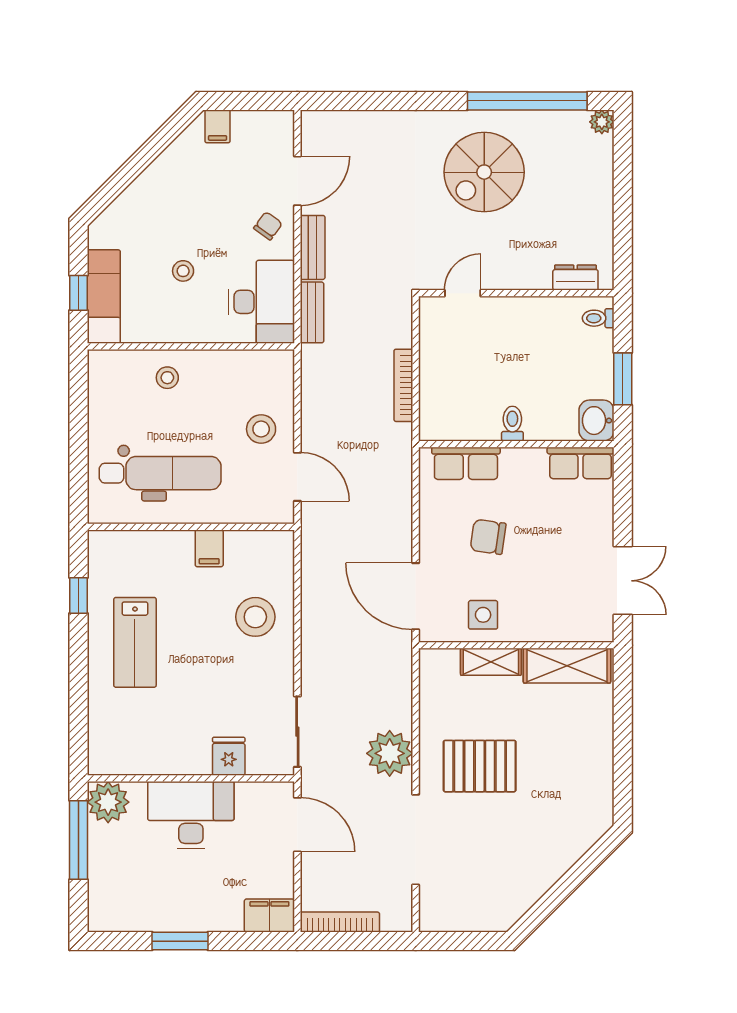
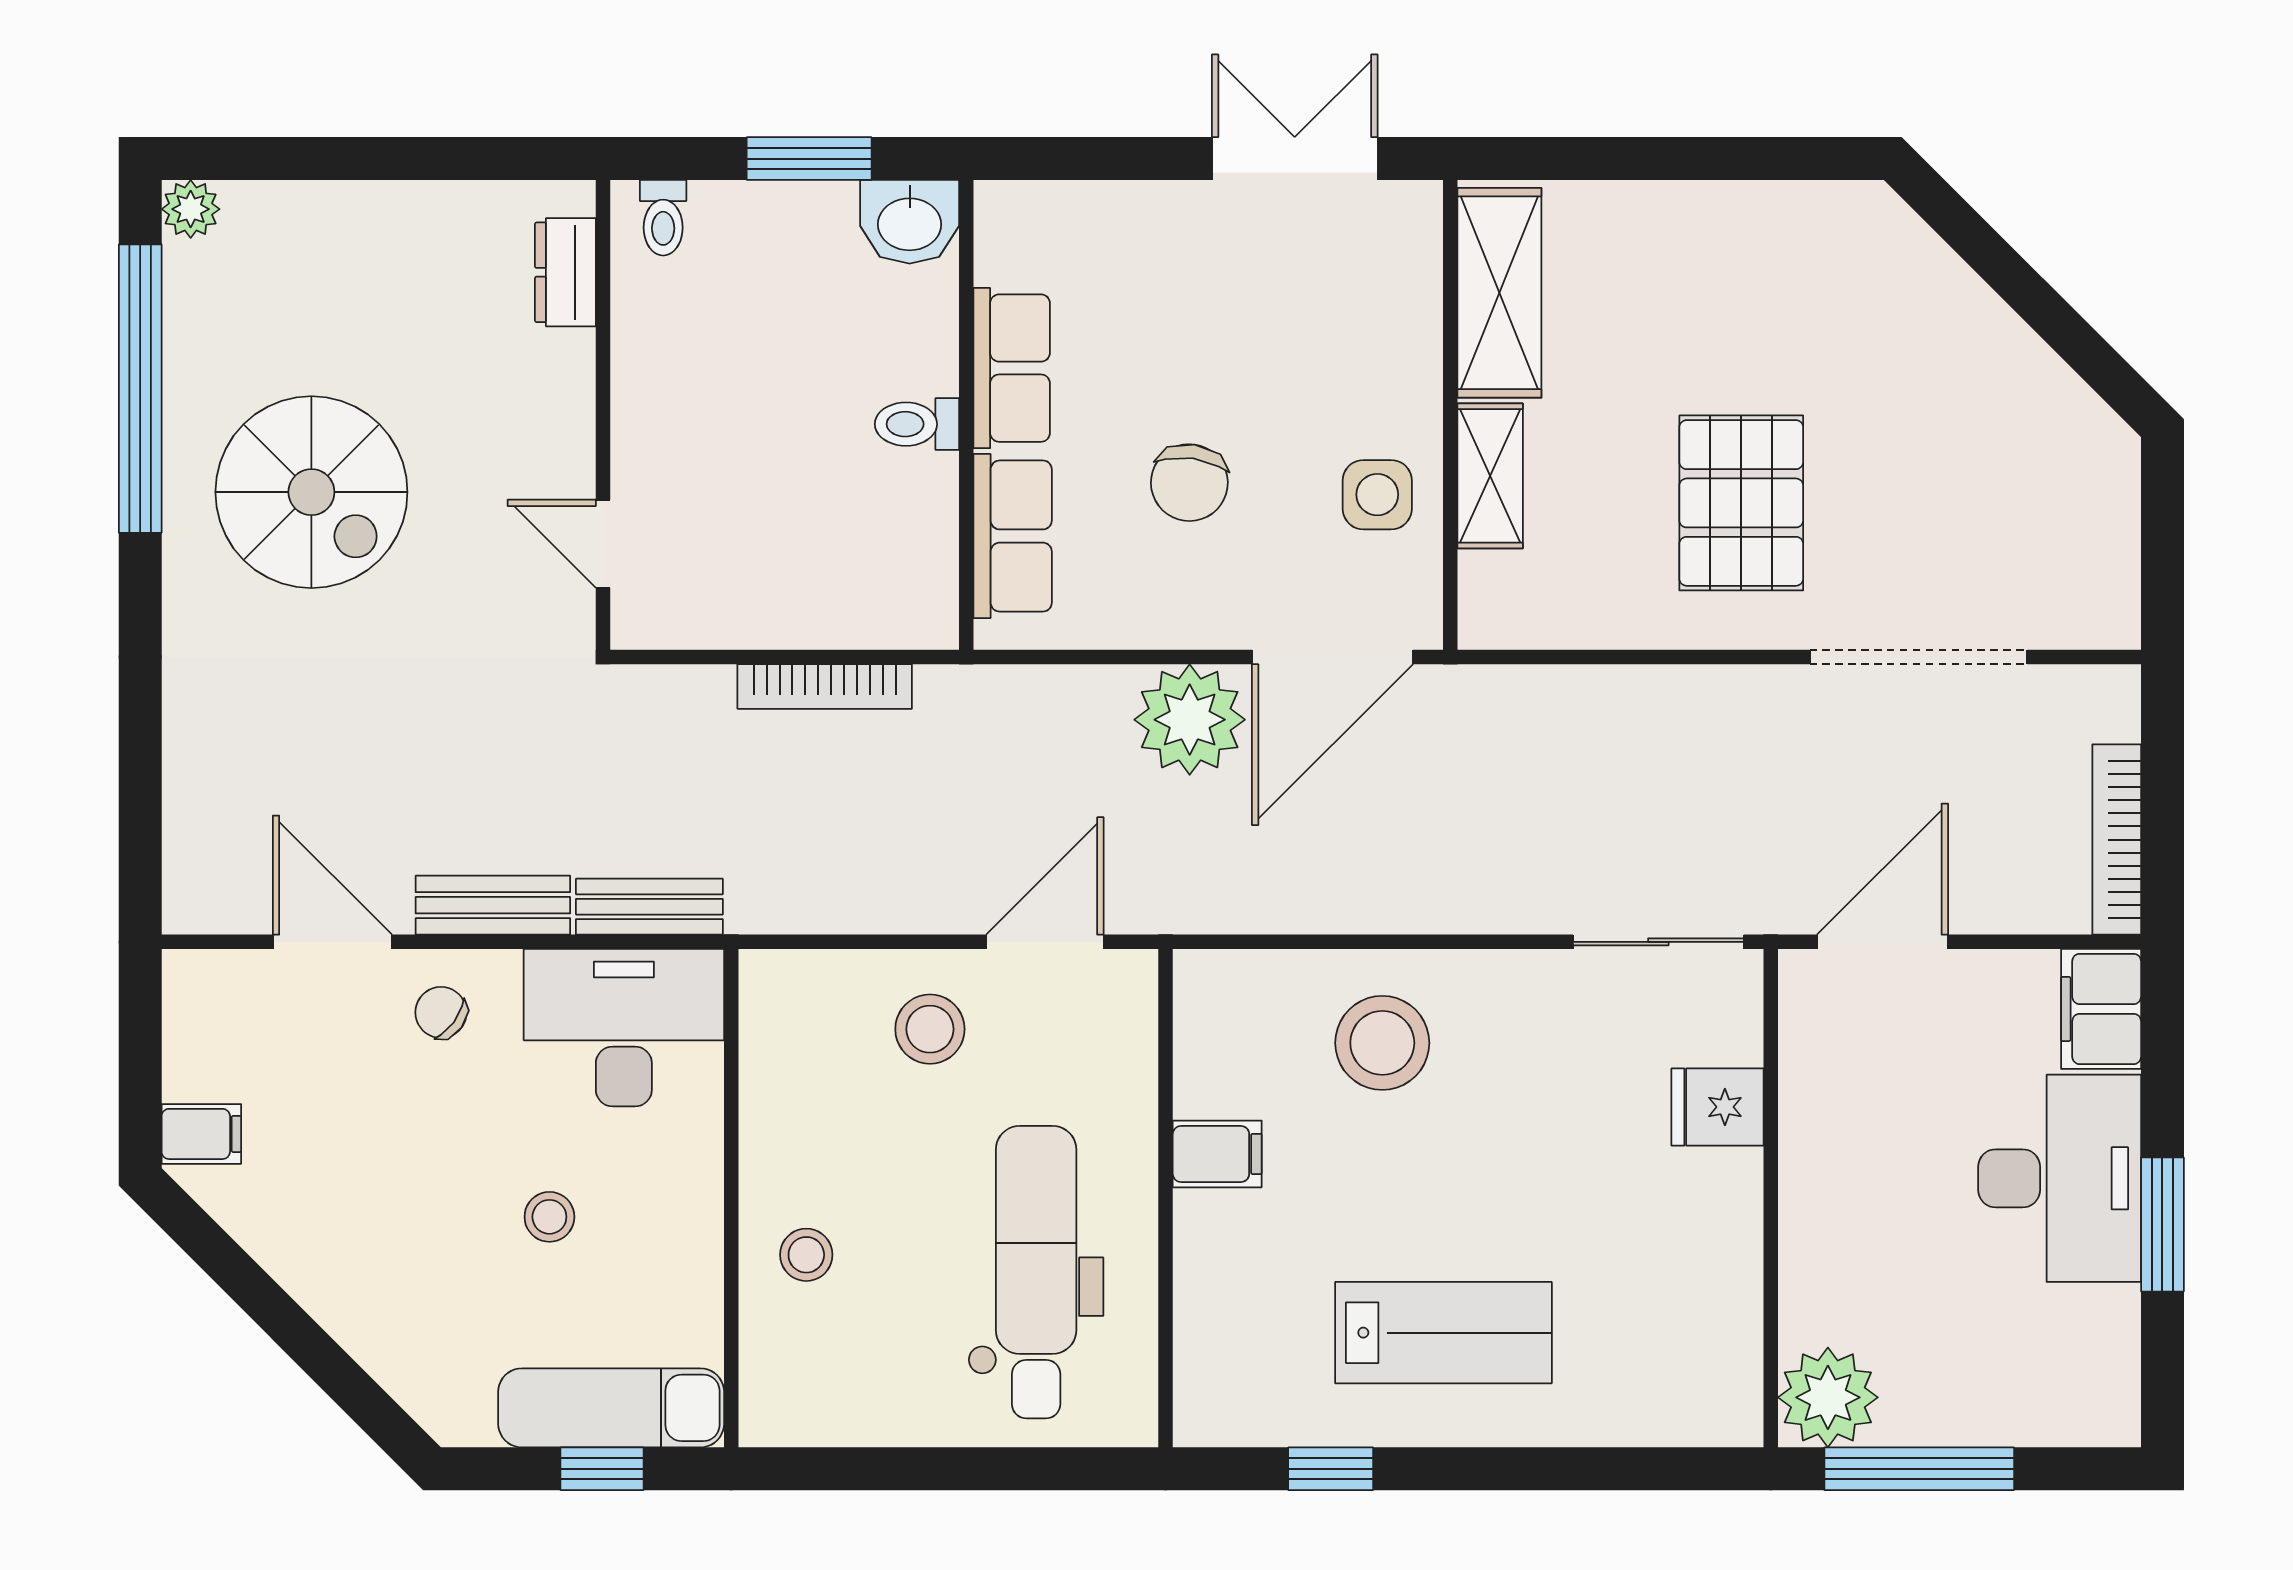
row of seats: (581, 463) -> (1012, 368), moved
plant: (390, 753) -> (1190, 720), moved
desk: (191, 815) -> (2060, 1178), moved, turned 180

